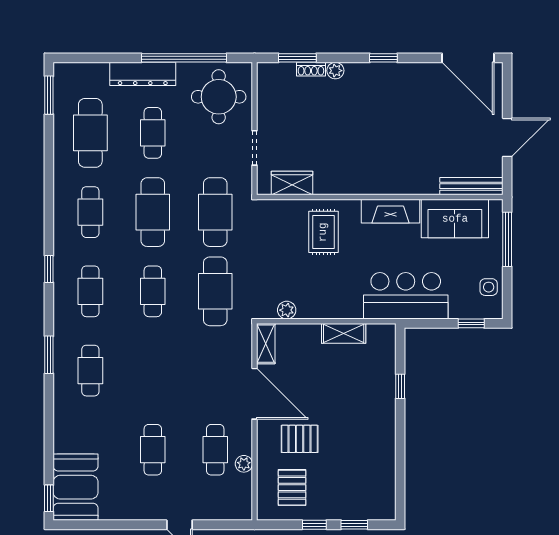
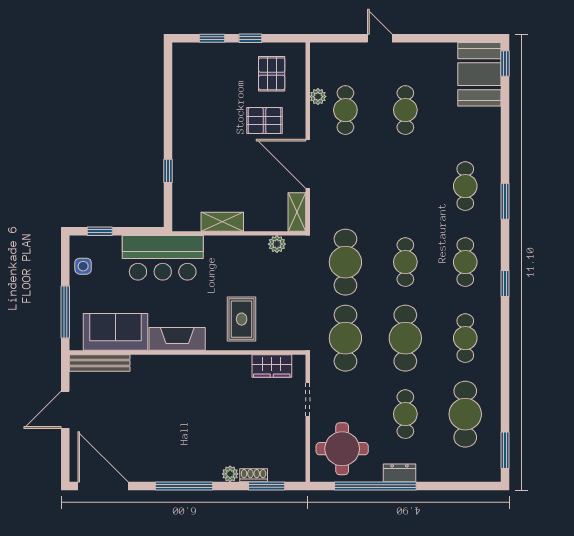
window: (383, 58) -> (184, 486), width x2.17
dresser: (143, 74) -> (399, 473), width x0.51, depth x0.80

